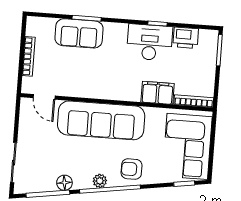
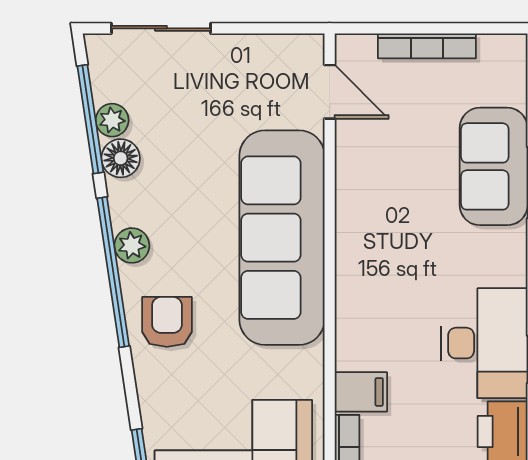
filing cabinet: (158, 93) -> (361, 392), width x0.50
door: (44, 97) -> (330, 92), swing flipped
plant: (49, 185) -> (112, 120), added

